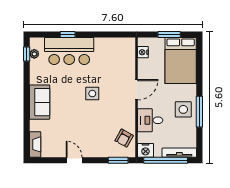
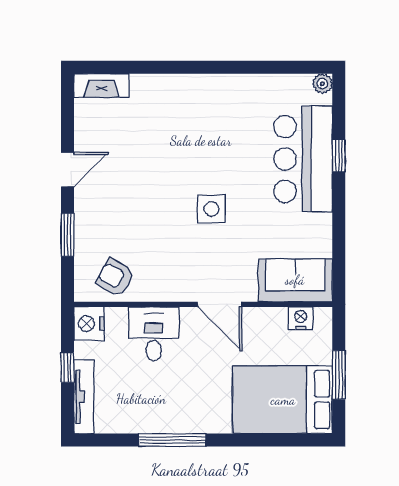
window: (27, 54) -> (297, 67), removed
plant: (34, 54) -> (322, 84), moved
sofa: (40, 102) -> (295, 280), moved, turned 180
side table: (183, 109) -> (177, 405), removed
window: (118, 160) -> (67, 235), moved
window: (166, 160) -> (67, 367), width x0.32

